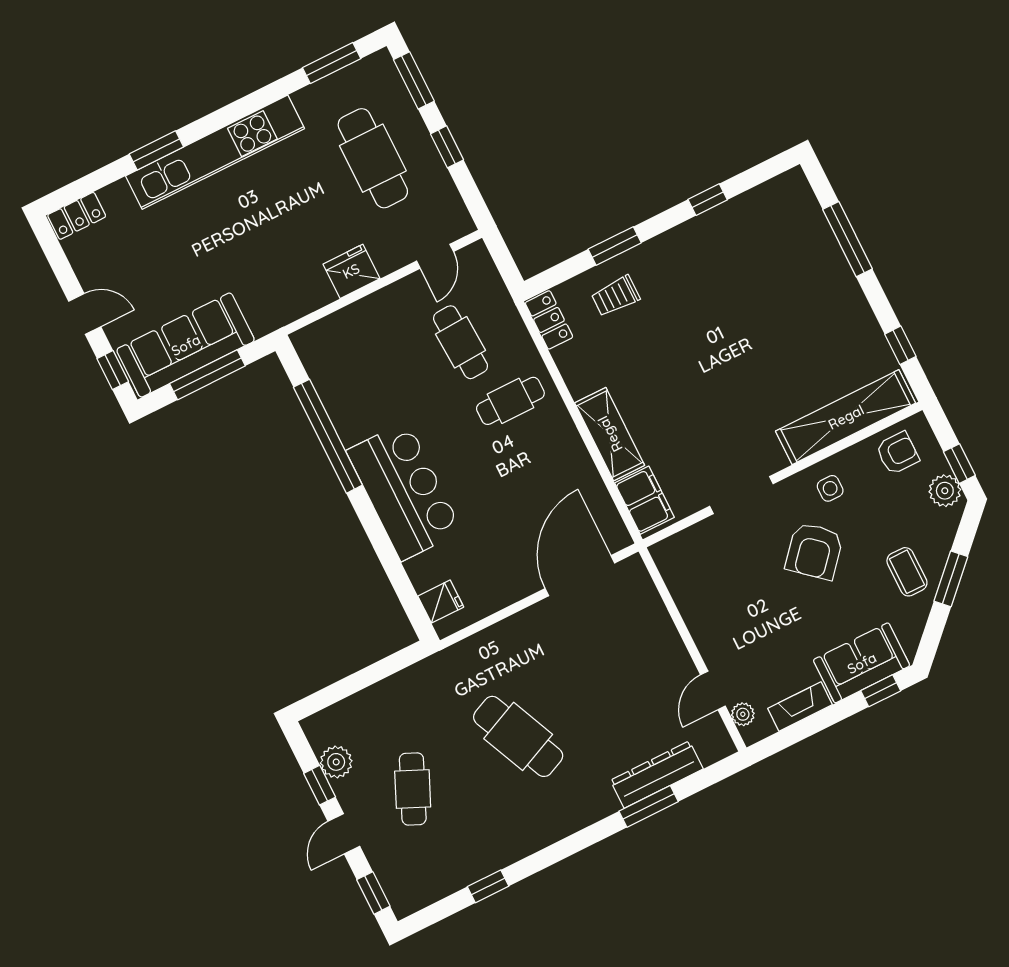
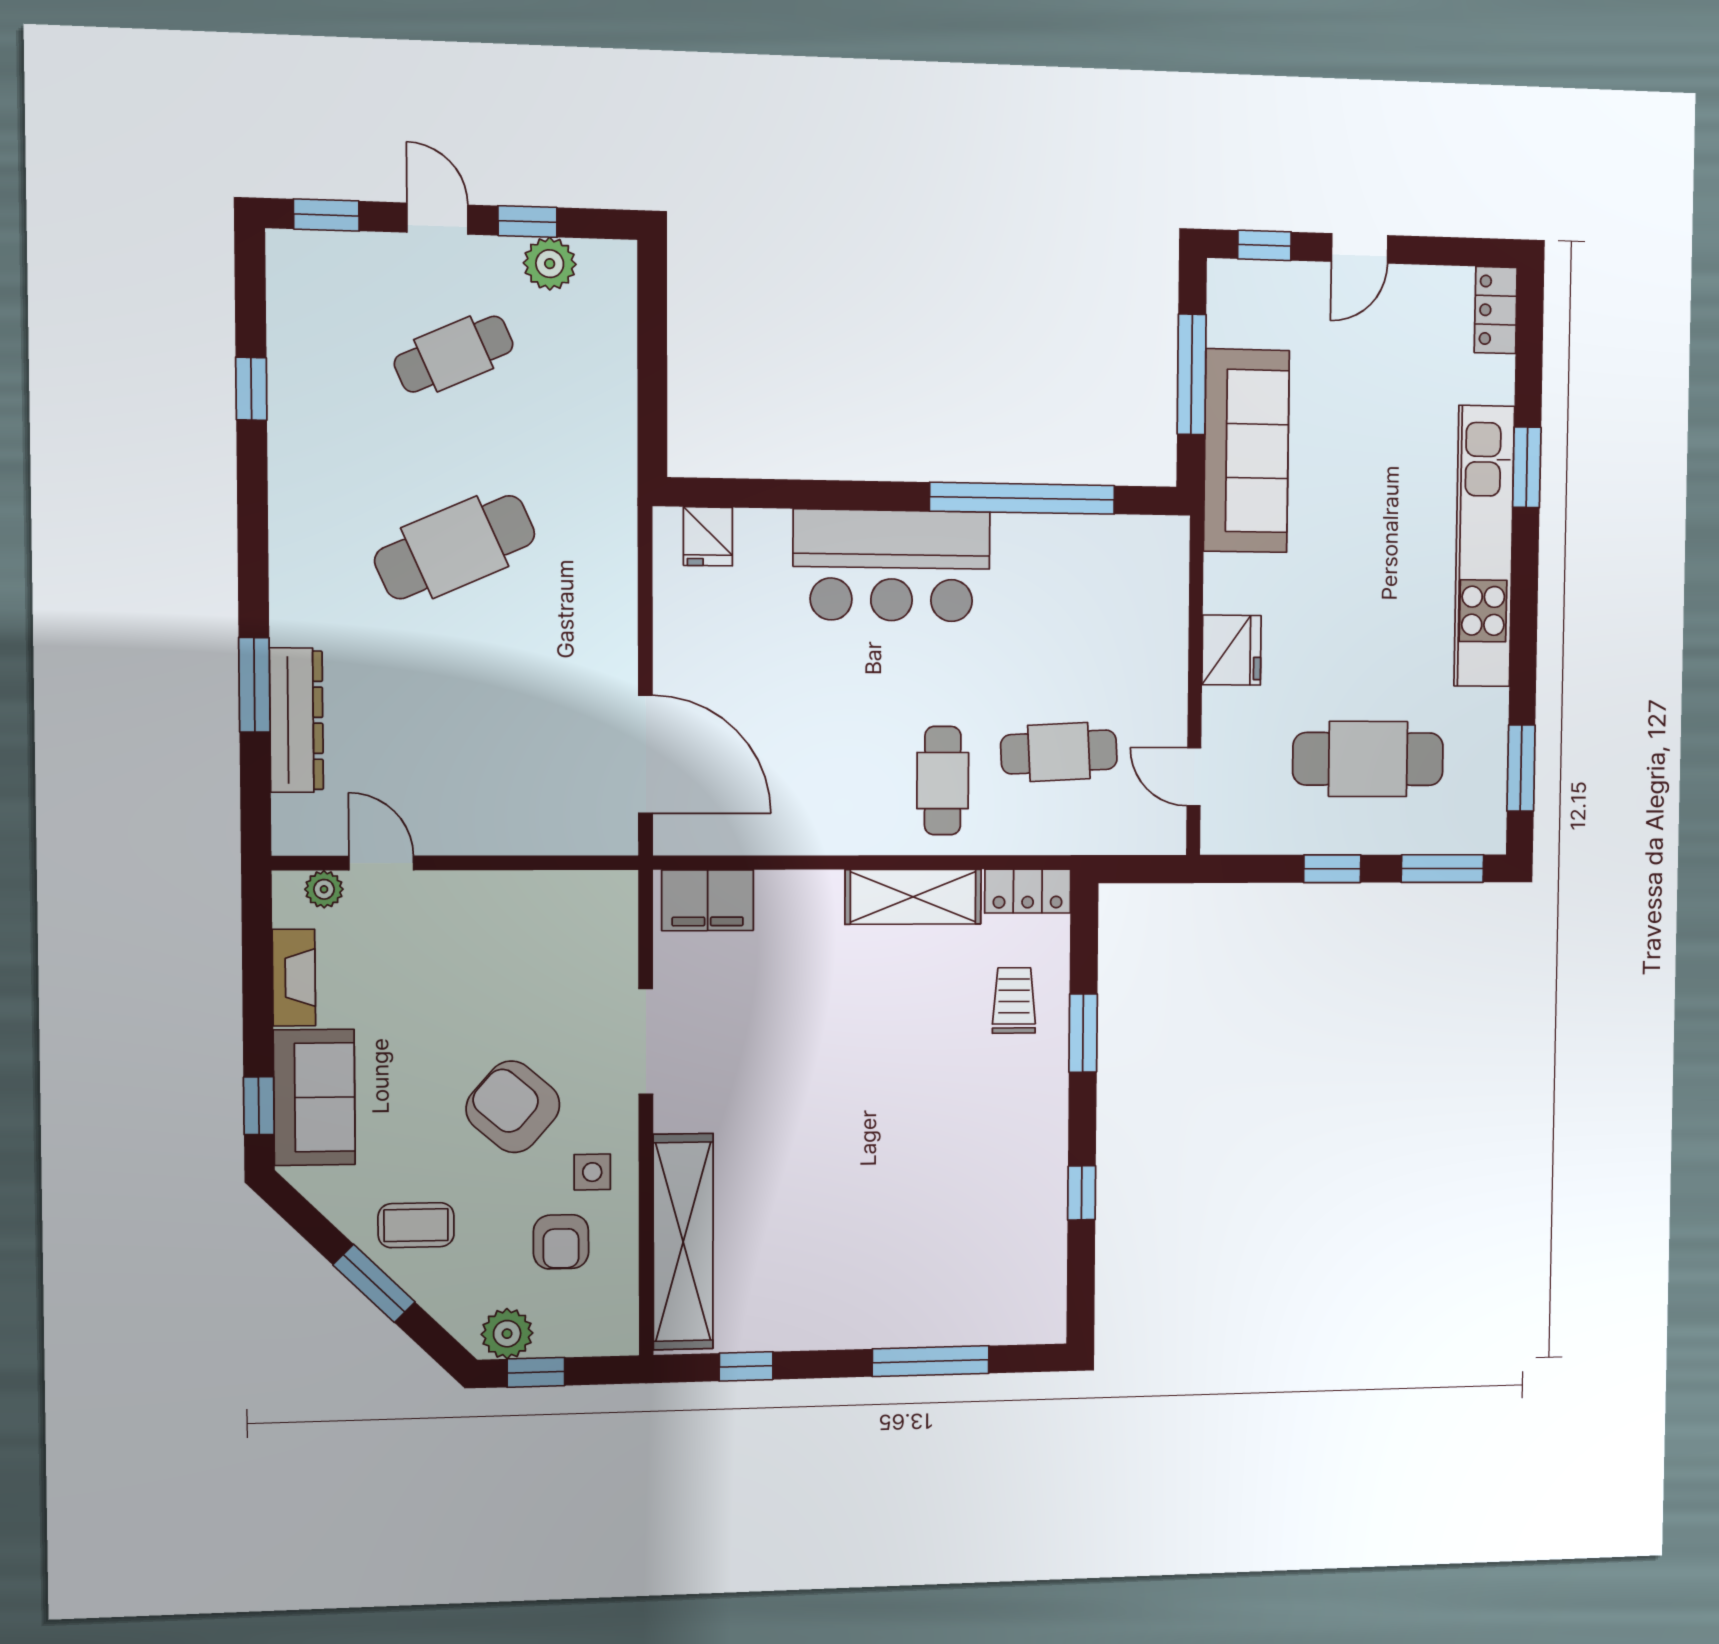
sofa: (186, 345) -> (1246, 451), moved
shelving: (610, 434) -> (913, 897), moved
armchair: (897, 453) -> (561, 1242), moved
cafe table: (413, 789) -> (454, 354), turned -48

